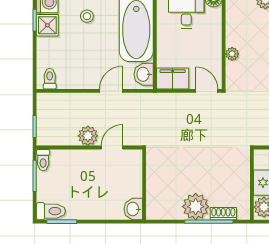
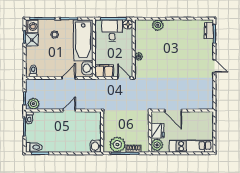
plant: (88, 136) -> (33, 104), moved
wall: (144, 185) -> (102, 132), moved
washbasin: (133, 209) -> (96, 146), moved

